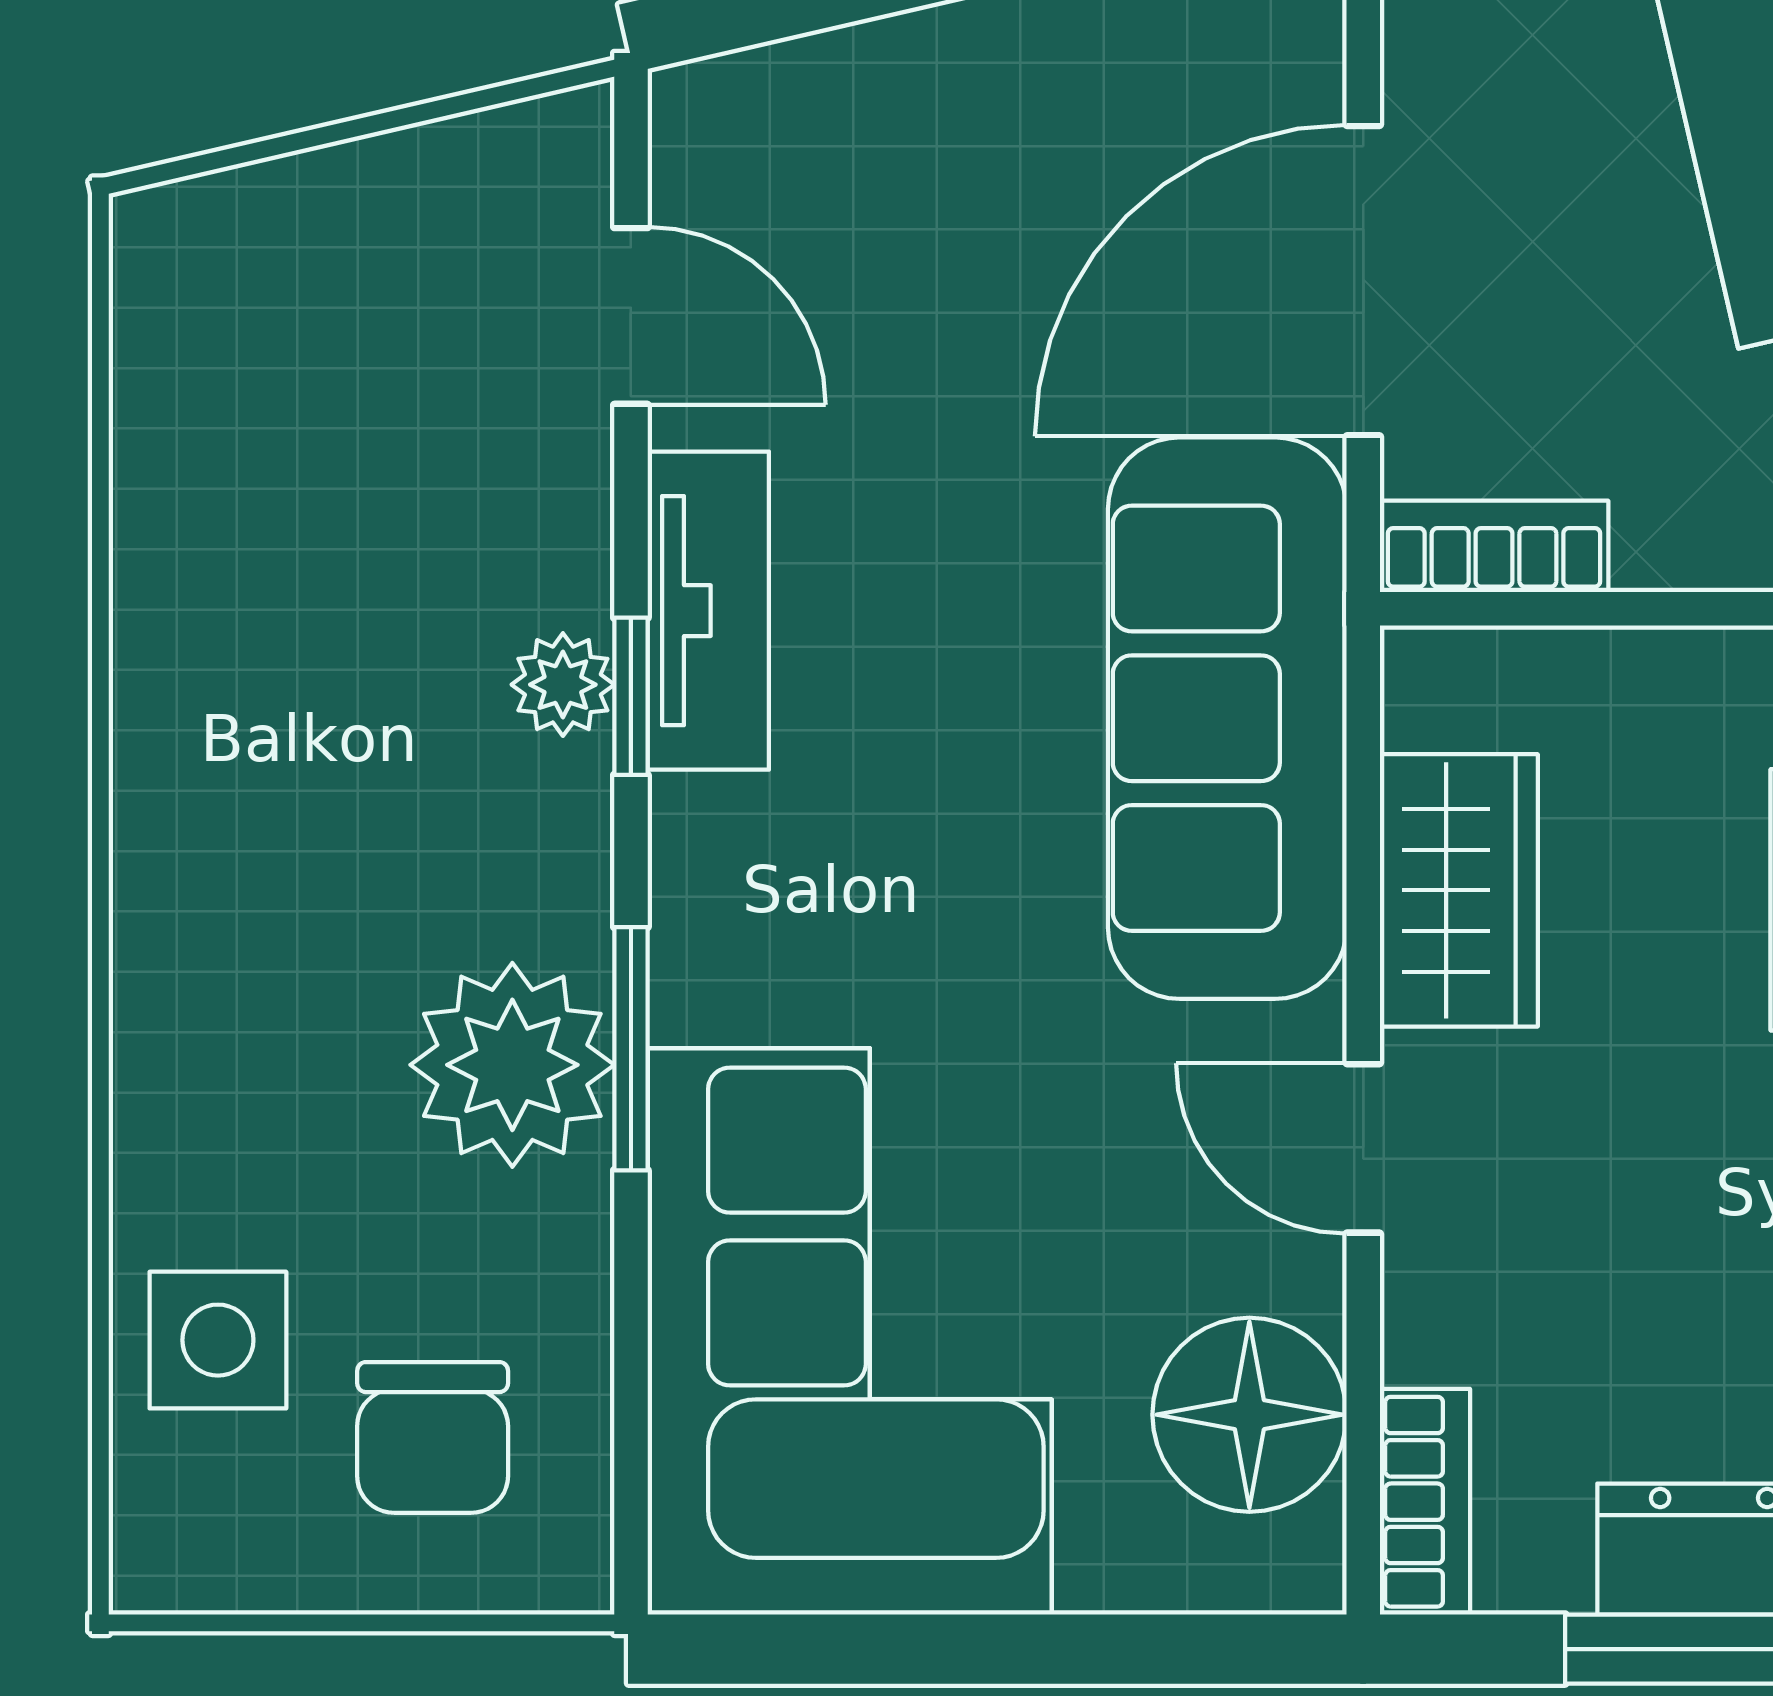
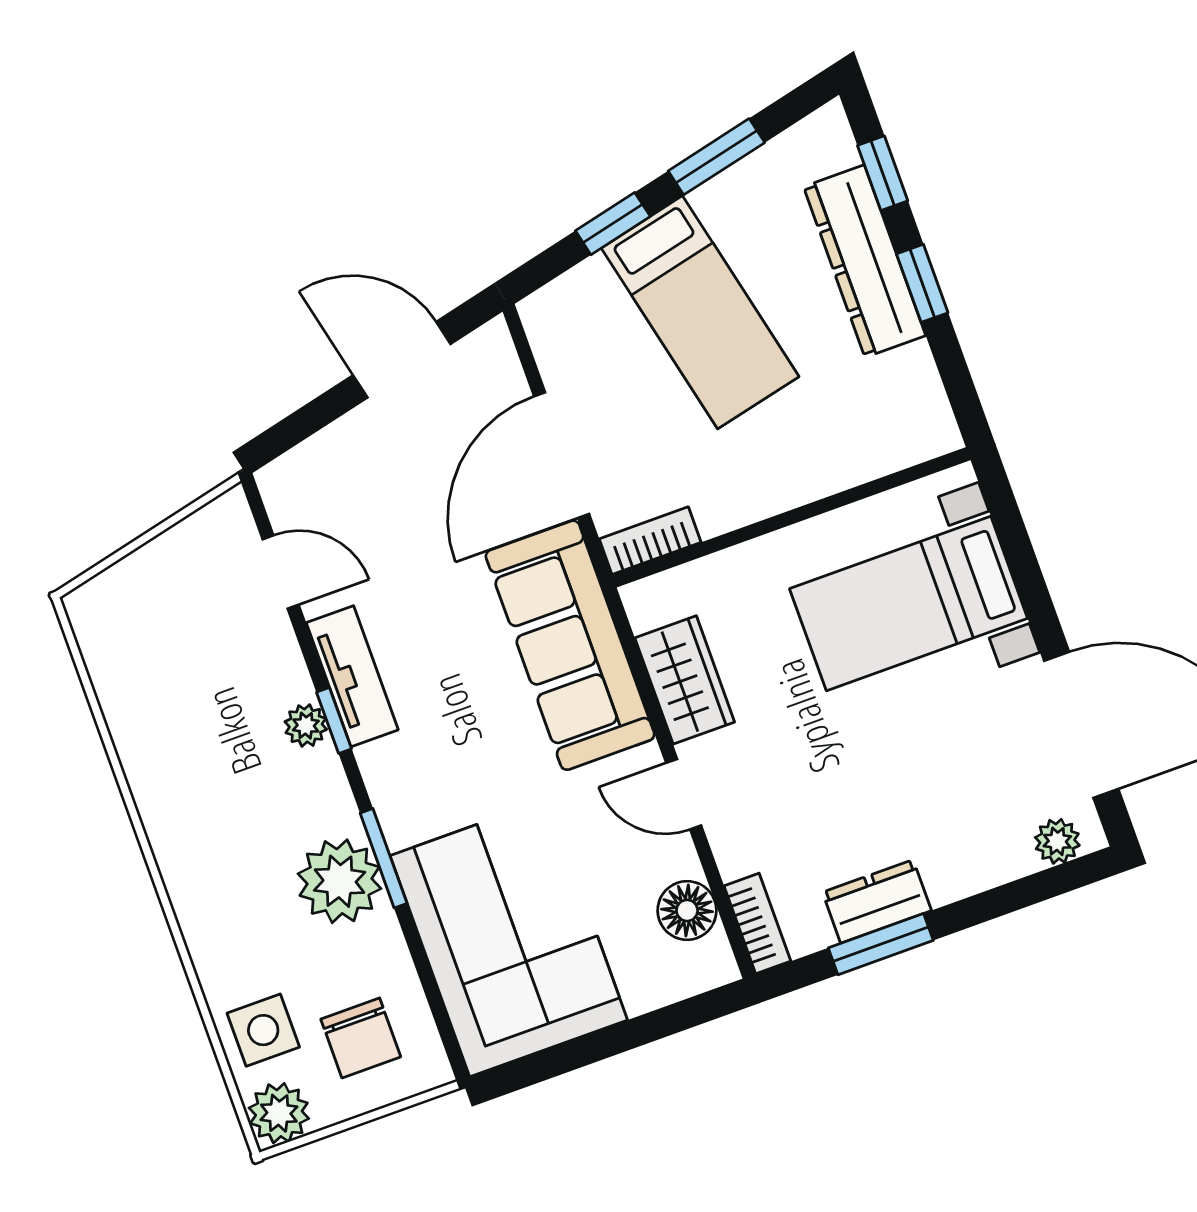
floor lamp: (1249, 1415) -> (687, 910), width x0.73, depth x0.73
plant: (186, 1541) -> (279, 1113), added

